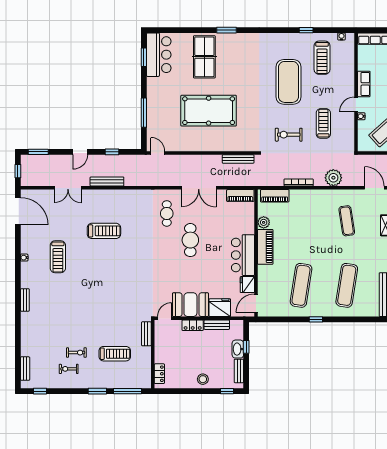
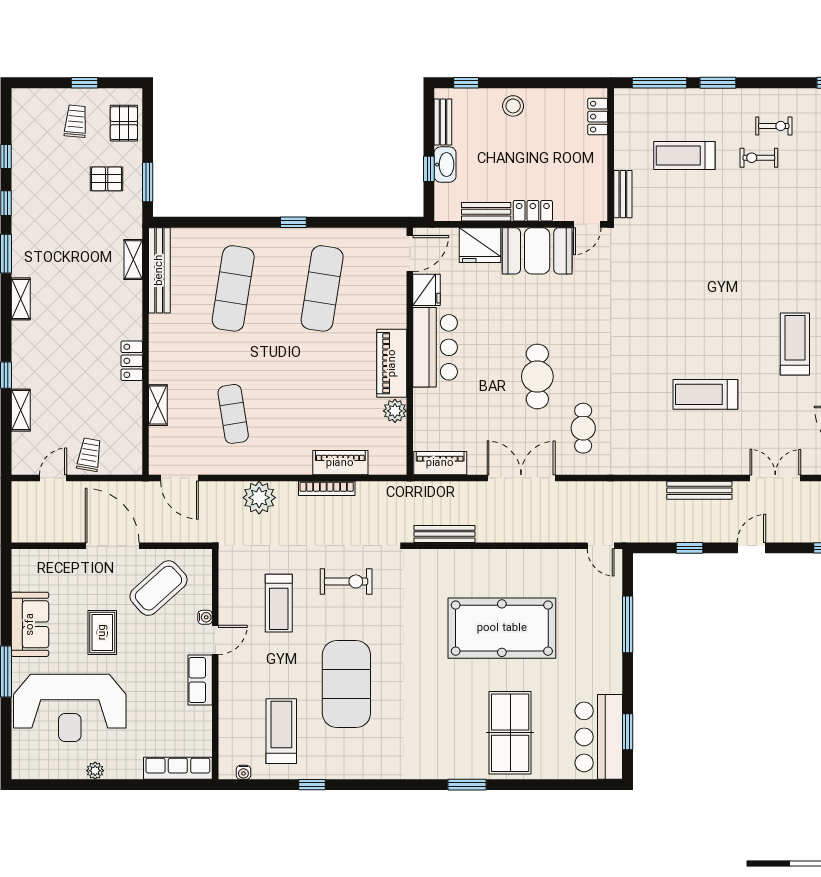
piano: (275, 196) -> (340, 463), moved

